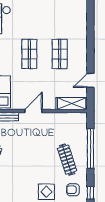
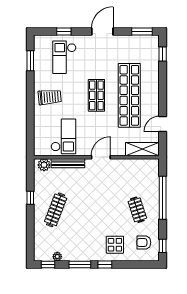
window: (90, 16) -> (163, 54), added
shop shelf: (60, 54) -> (129, 95), width x2.00, depth x1.36
clothes rail: (67, 160) -> (137, 210), width x0.73

